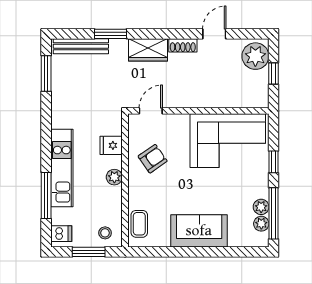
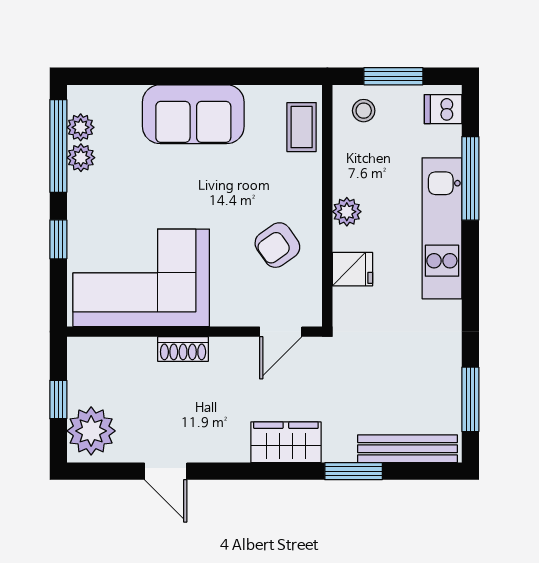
door: (214, 34) -> (166, 471), hinge flipped
shoe rack: (183, 45) -> (183, 349), moved, turned 180

